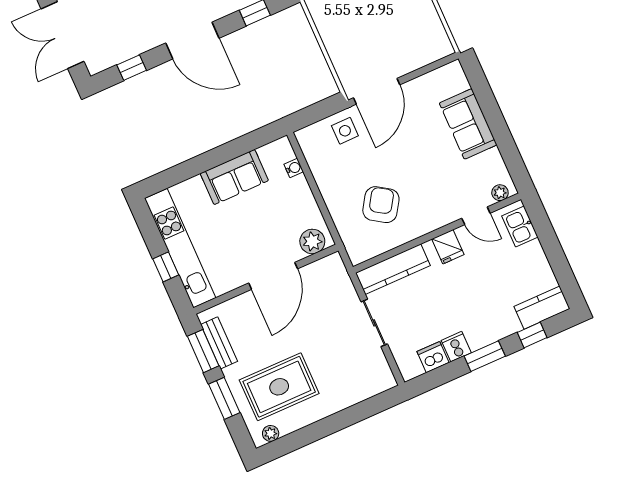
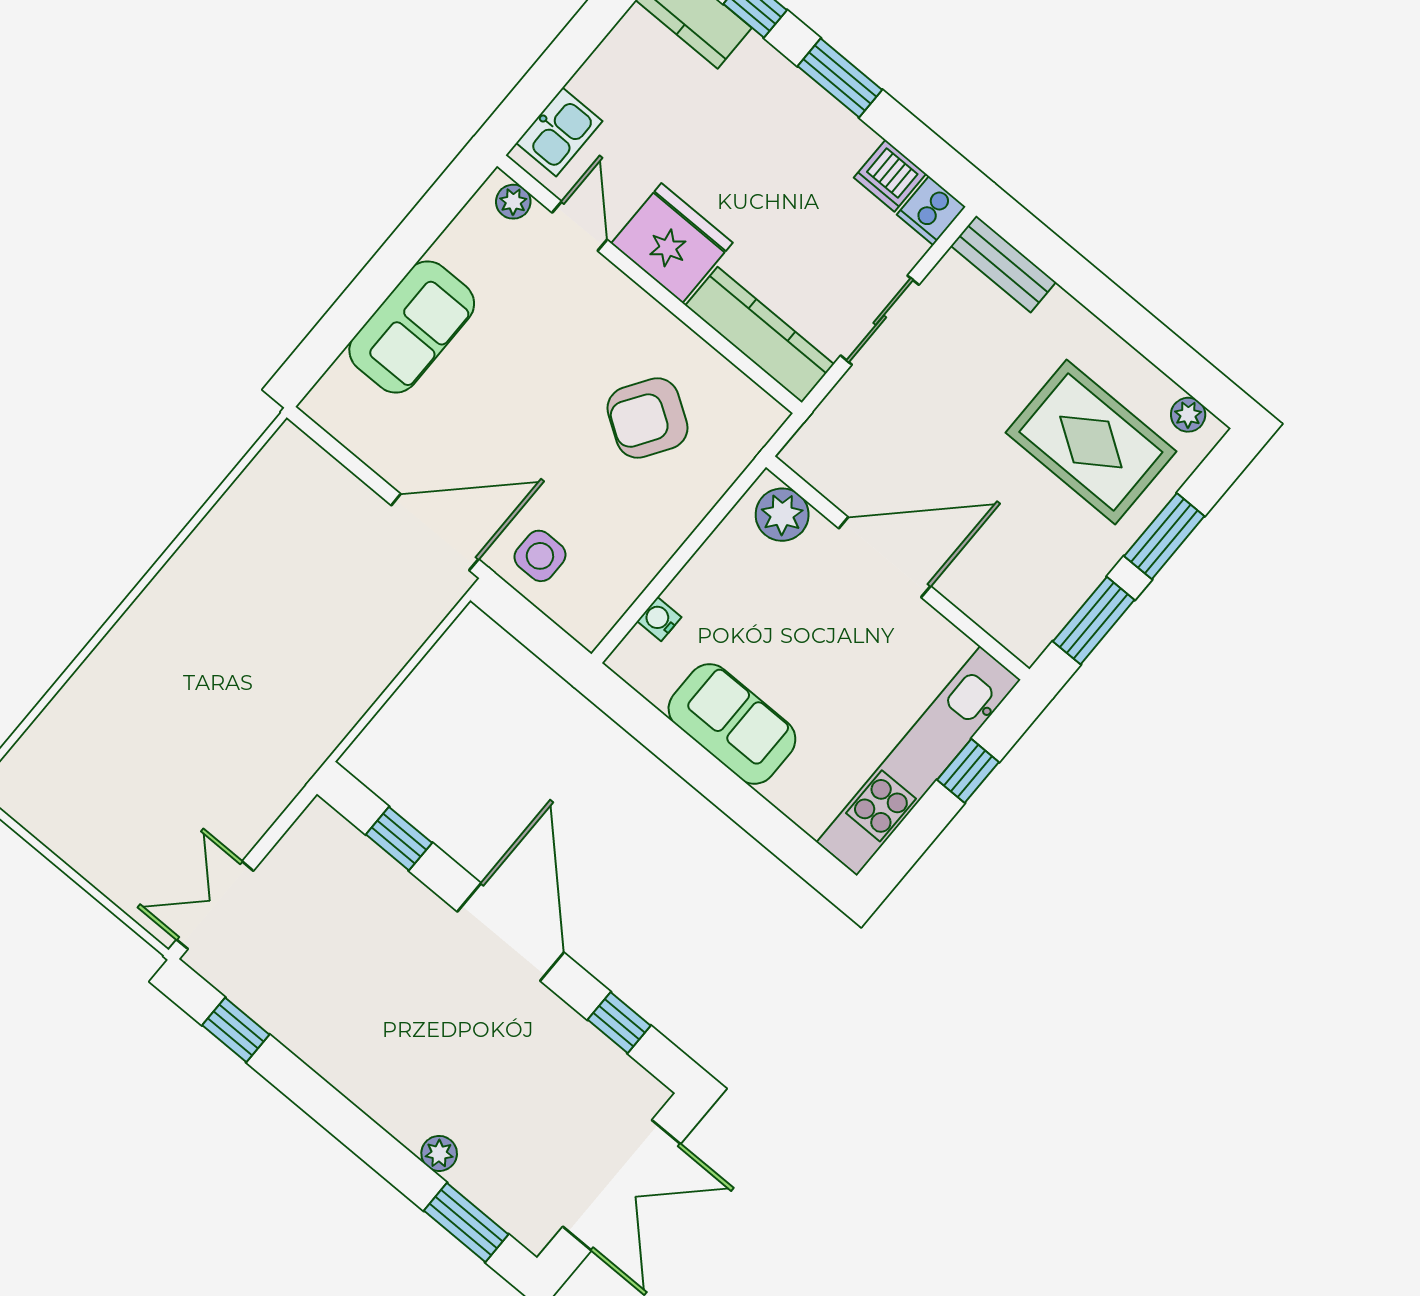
fridge: (448, 247) -> (672, 243), width x1.88, depth x1.34
bench: (219, 343) -> (1003, 264), moved, turned 90
cooker: (456, 347) -> (931, 211), moved

